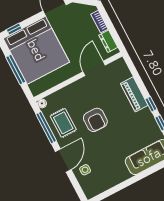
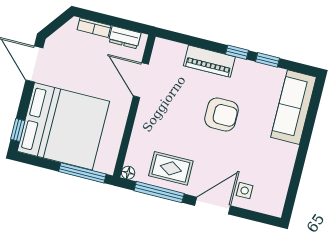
window: (16, 69) -> (82, 173), moved
armchair: (95, 120) -> (222, 114), moved
door: (63, 160) -> (213, 206), hinge flipped

